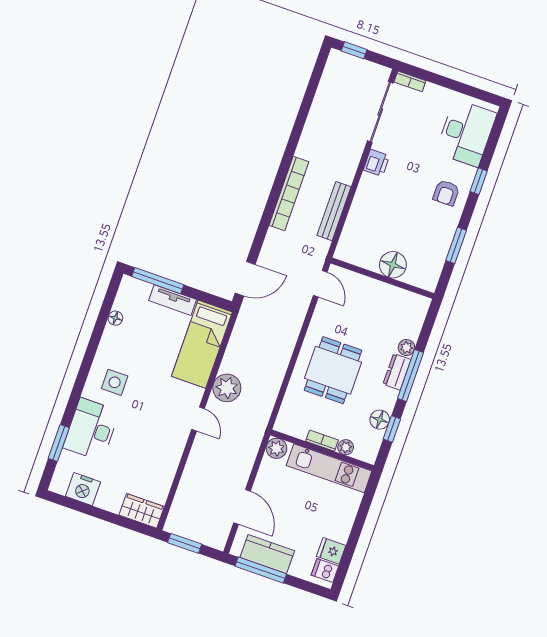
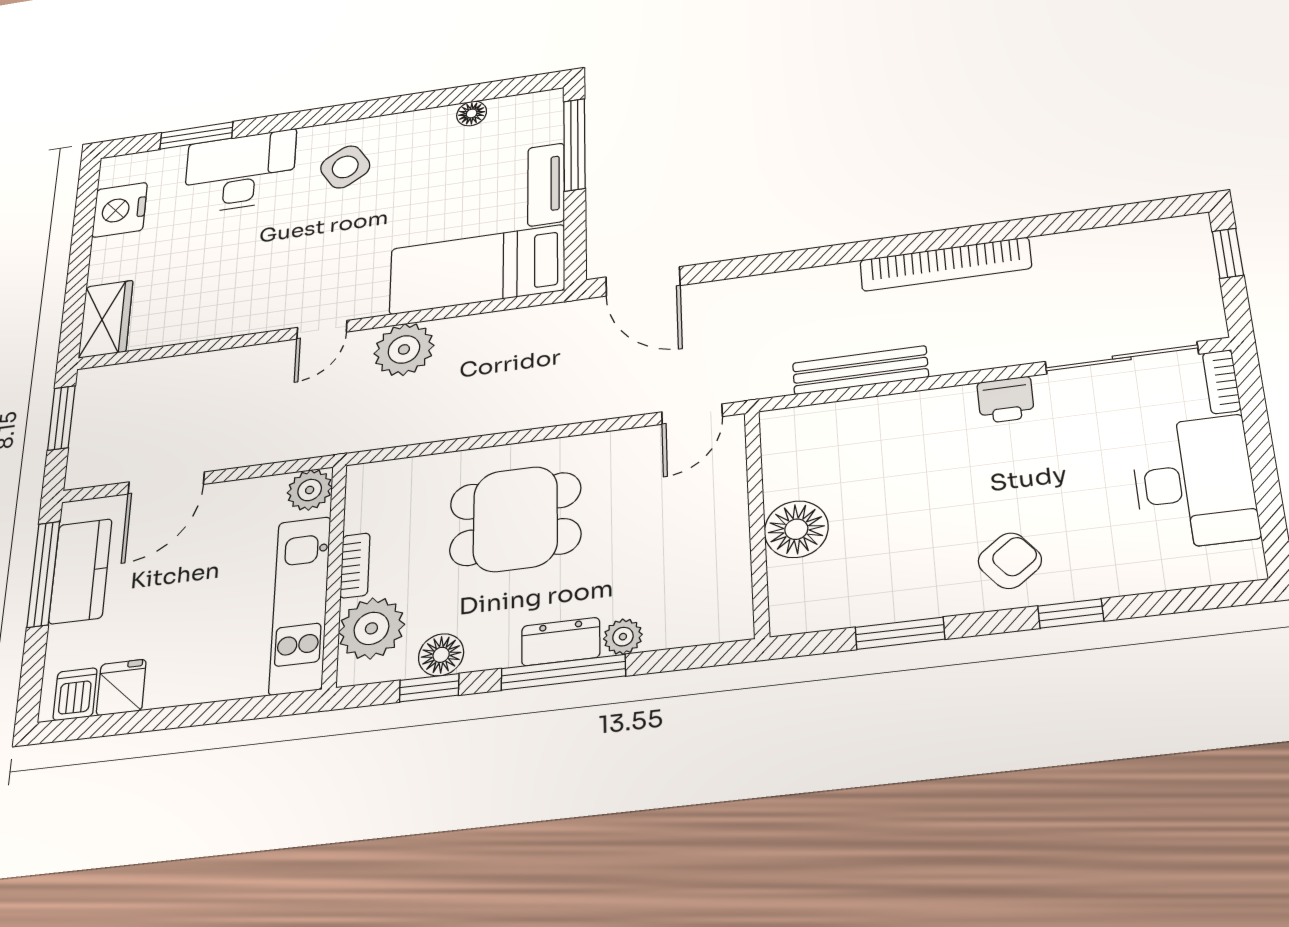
desk: (466, 133) -> (1194, 482), moved, turned -90
armchair: (446, 193) -> (1010, 561), turned 142
bookcase: (289, 194) -> (945, 264), moved
side table: (115, 382) -> (345, 167), turned -32
plant: (346, 447) -> (371, 628), width x1.88, depth x1.88

